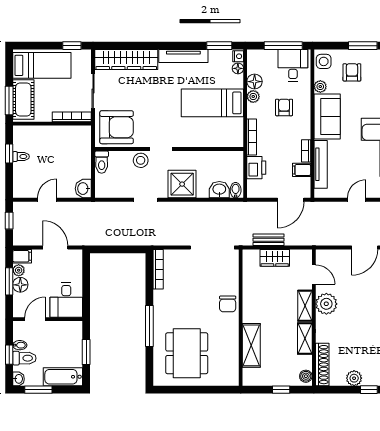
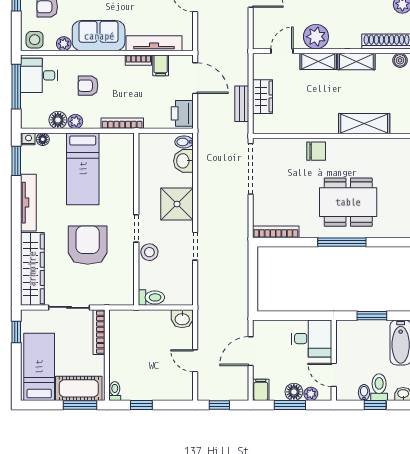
armchair: (117, 127) -> (88, 245), moved
toilet: (21, 157) -> (115, 391), moved
printer: (256, 168) -> (182, 113), moved, turned -90
plant: (19, 270) -> (311, 394), moved
dining table: (187, 353) -> (348, 202), moved

